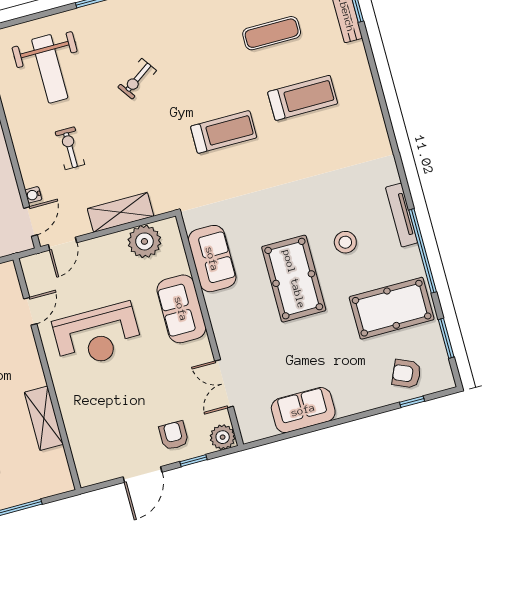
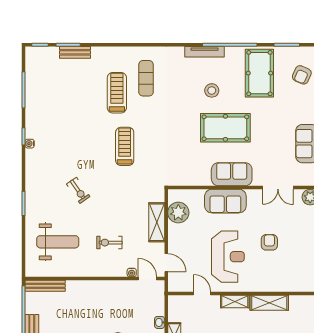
exercise mat: (272, 33) -> (146, 78), moved
sofa: (212, 259) -> (232, 174), moved
shelving: (31, 365) -> (235, 302), added
armchair: (174, 435) -> (269, 242), moved, turned 90

